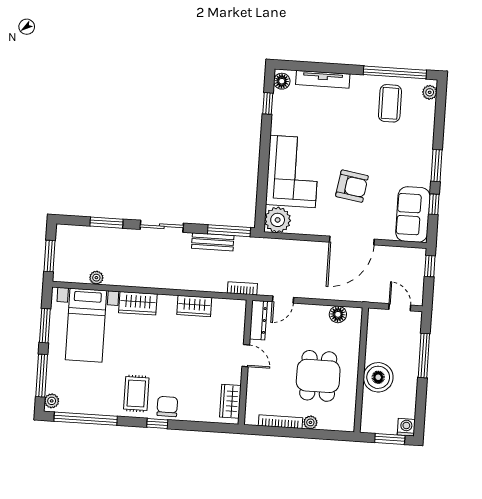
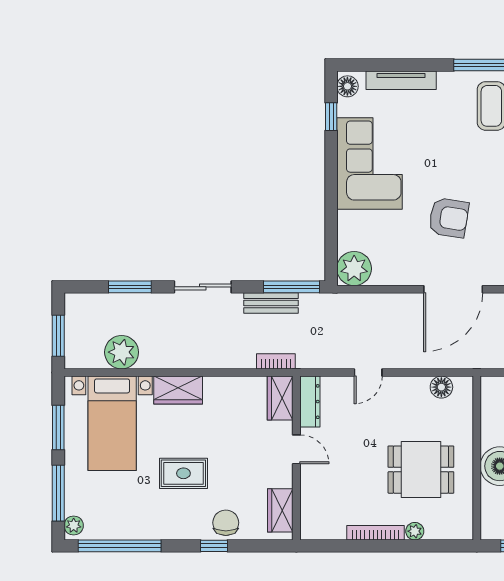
corner sofa: (293, 171) -> (370, 164), moved
plant: (96, 278) -> (122, 352), width x1.88, depth x1.88
bookcase: (242, 288) -> (276, 361), moved
wardrobe: (194, 306) -> (280, 398), moved, turned 90
dresser: (258, 320) -> (310, 402), moved
door: (246, 356) -> (296, 449), moved
wall: (245, 362) -> (296, 458), moved
dining table: (318, 376) -> (421, 470), turned 90
rug: (136, 394) -> (183, 473), moved, turned 90
wardrobe: (230, 401) -> (280, 510), moved

